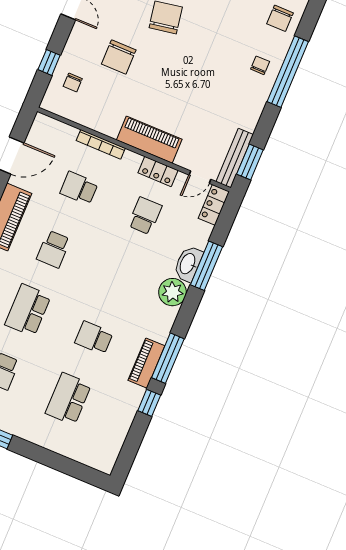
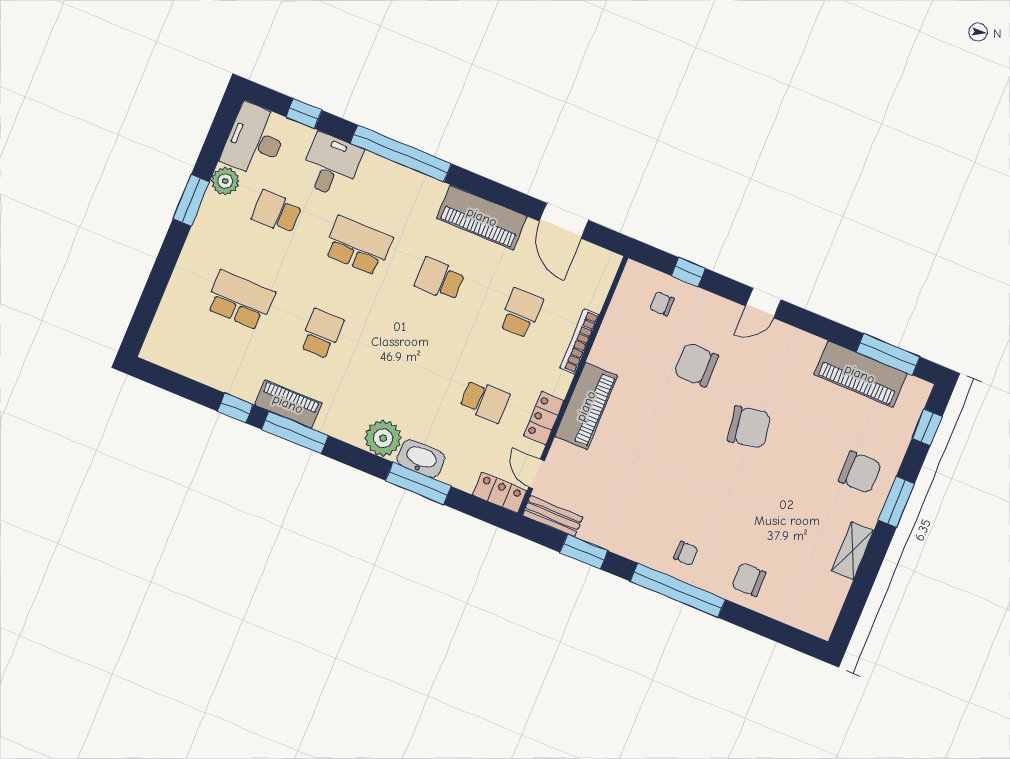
bench: (235, 158) -> (553, 516), width x0.73
window: (250, 162) -> (584, 552), moved

